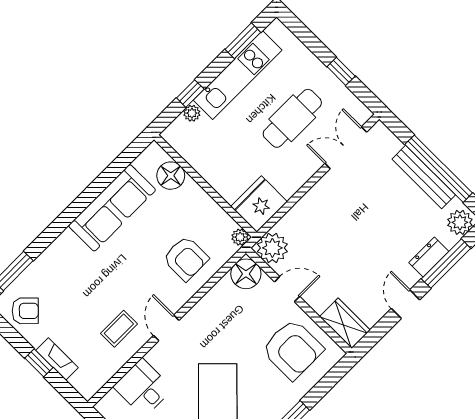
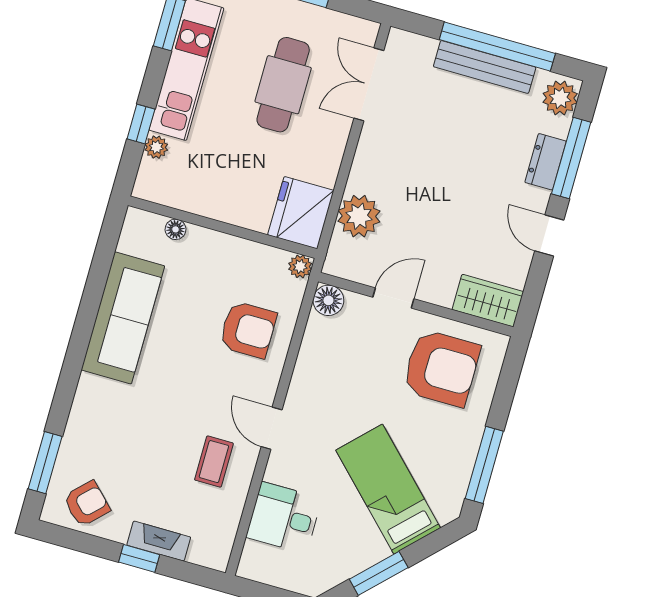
floor lamp: (171, 176) -> (176, 229), width x0.53, depth x0.53
plant: (272, 248) -> (359, 216), moved
floor lamp: (246, 274) -> (328, 300), width x0.73, depth x0.73

